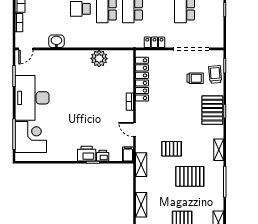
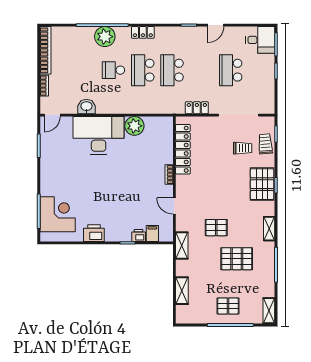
desk: (32, 98) -> (99, 135), moved, turned 90
printer: (87, 154) -> (94, 233), moved
filing cabinet: (128, 154) -> (152, 234), moved

